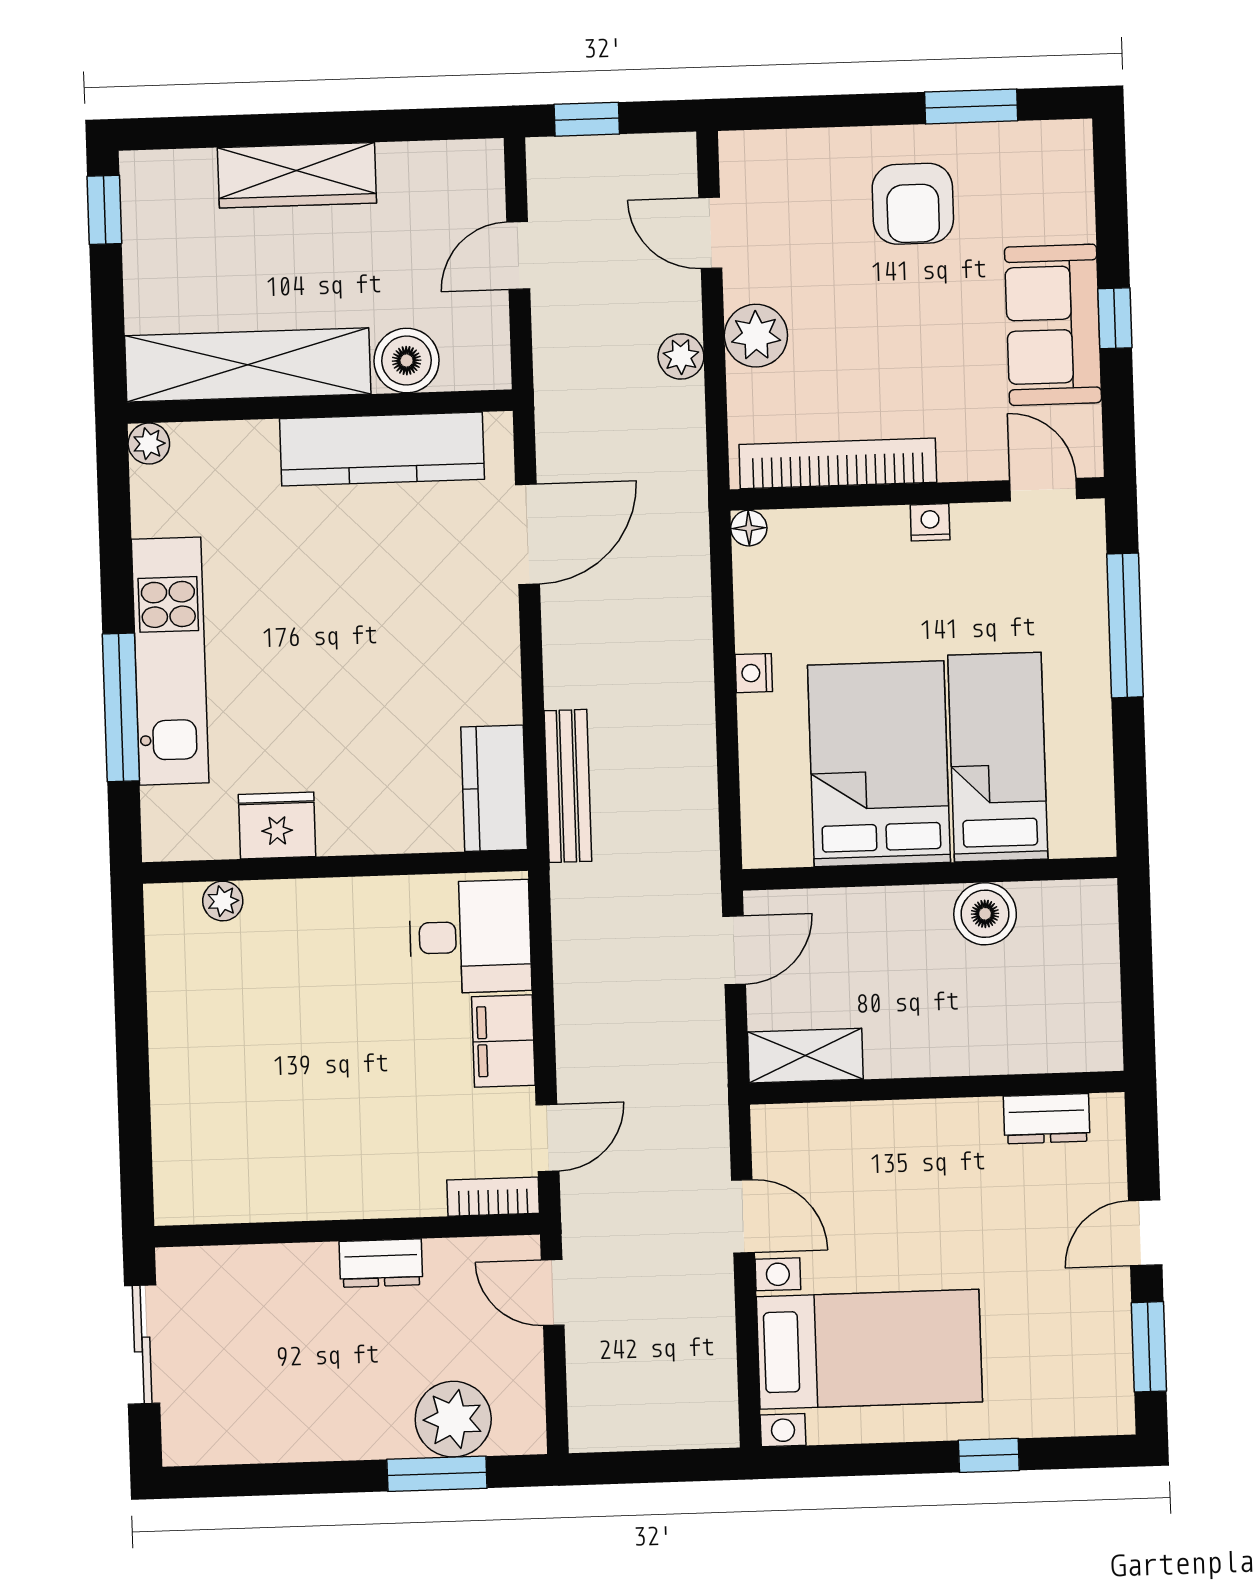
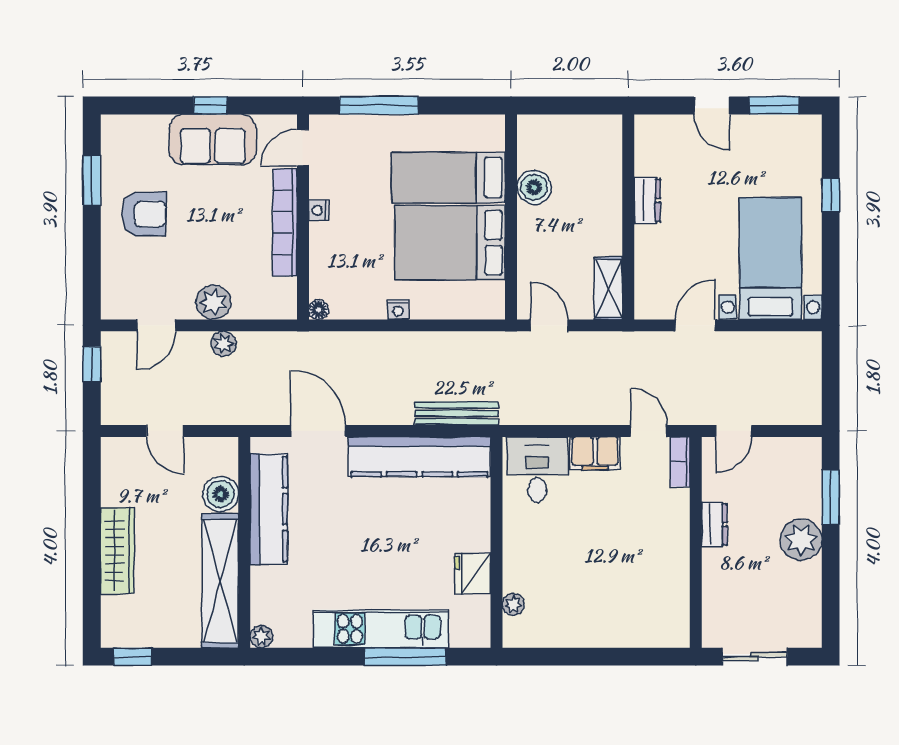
window: (587, 119) -> (92, 364), moved
bookcase: (838, 463) -> (285, 222), moved
kitchen counter: (494, 788) -> (419, 457), width x2.08, depth x1.17
dresser: (1047, 1119) -> (647, 200), moved
plant: (453, 1419) -> (801, 540), moved

